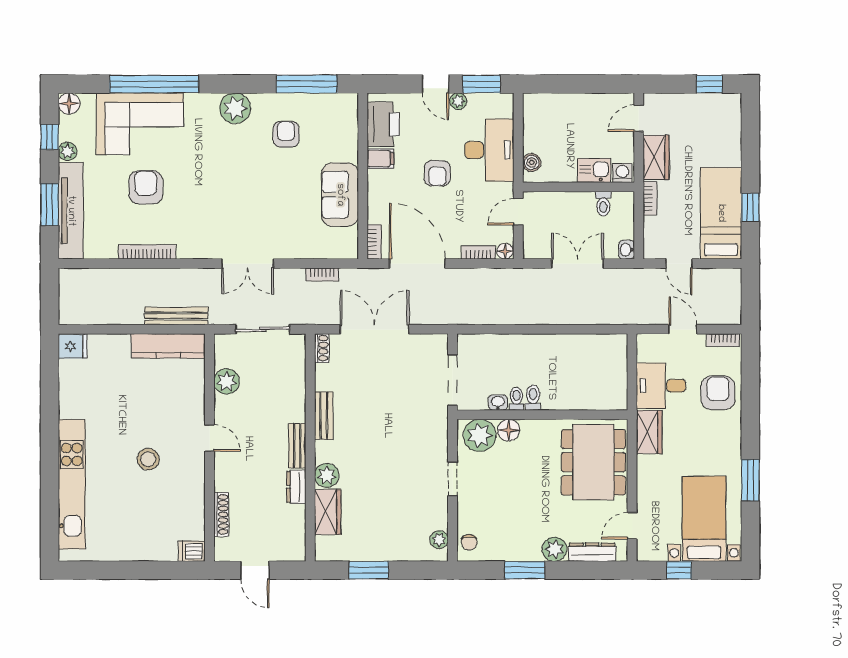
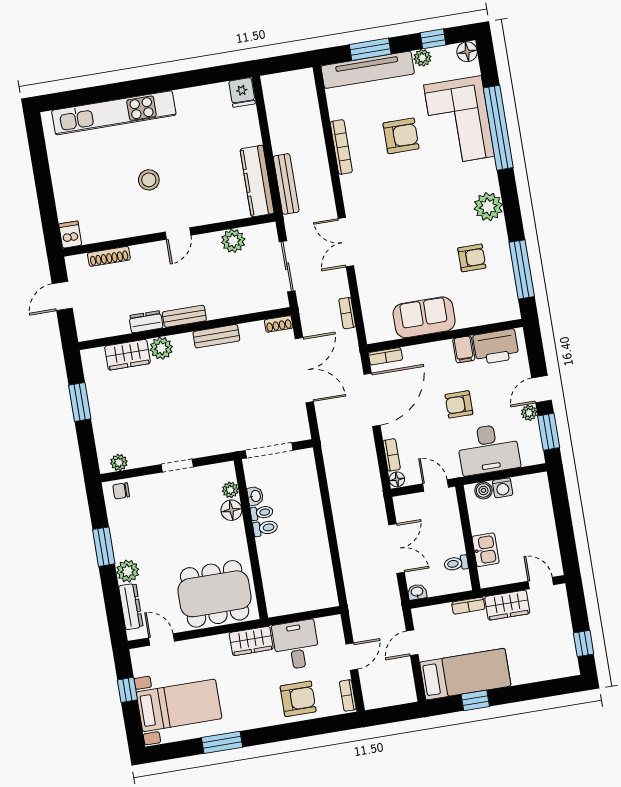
washing machine: (622, 173) -> (503, 488), moved, turned 90
plant: (480, 435) -> (230, 490), width x0.53, depth x0.53

